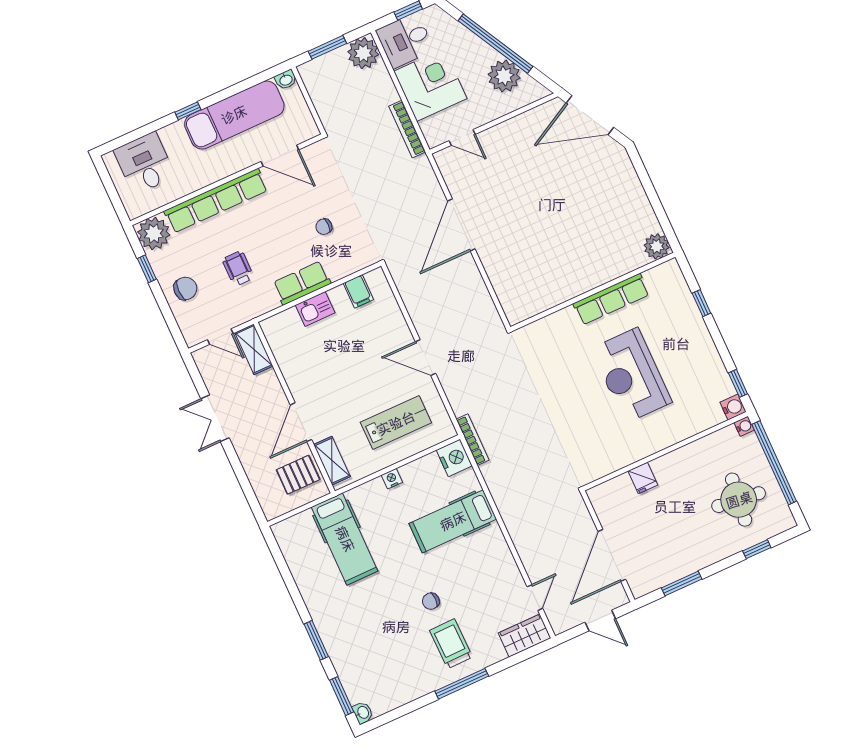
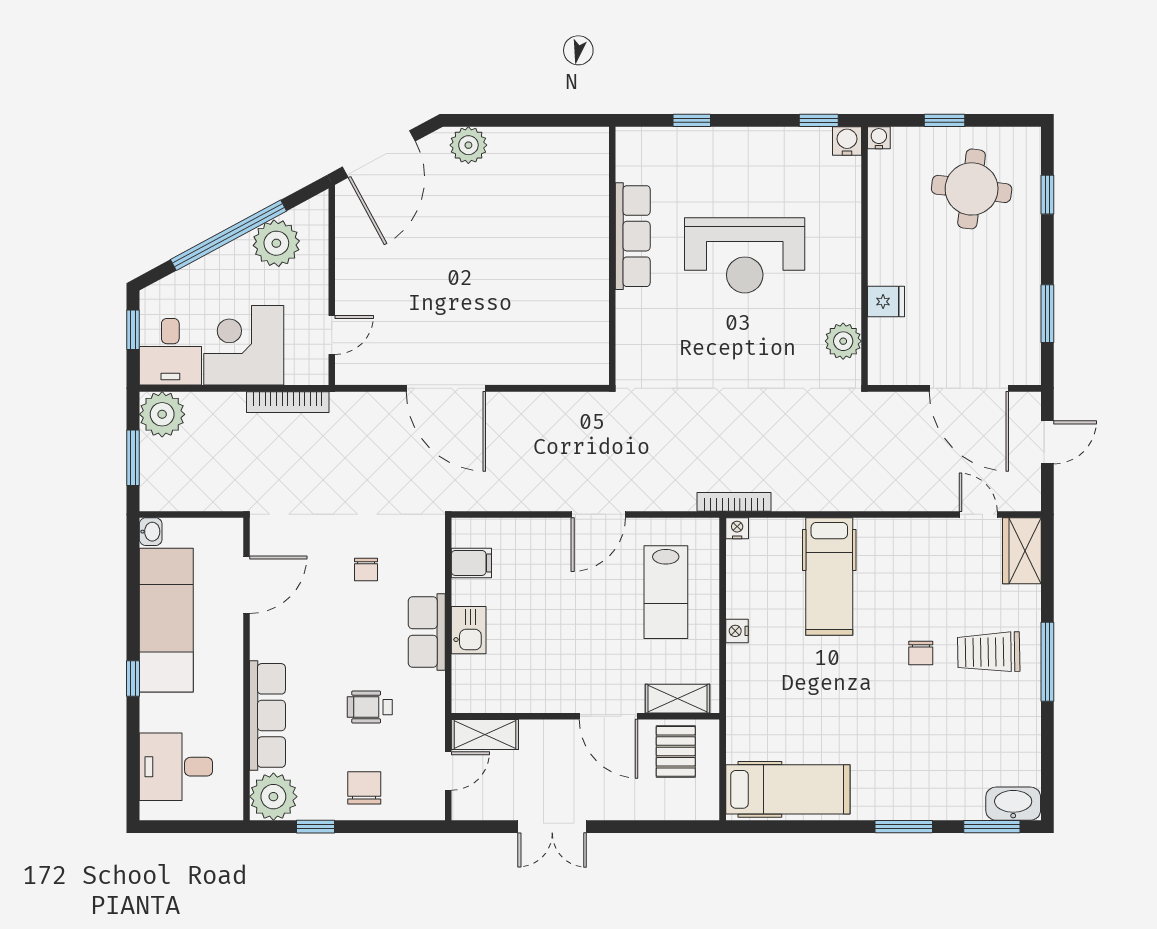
row of seats: (216, 201) -> (267, 715), width x0.73
plant: (657, 246) -> (468, 145), moved
lab bench: (396, 423) -> (666, 592), turned 180
nightstand: (454, 458) -> (737, 528), width x0.53, depth x0.56
plant: (605, 462) -> (843, 341), added
window: (774, 463) -> (944, 120), width x0.32
hospital bed: (345, 539) -> (788, 789), moved
washbasin: (363, 713) -> (1013, 804), width x1.91, depth x1.45

